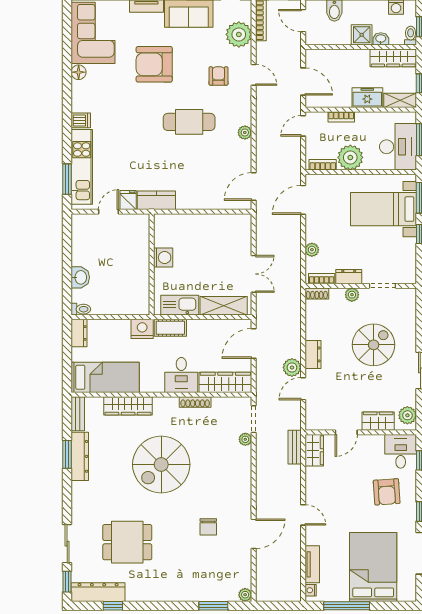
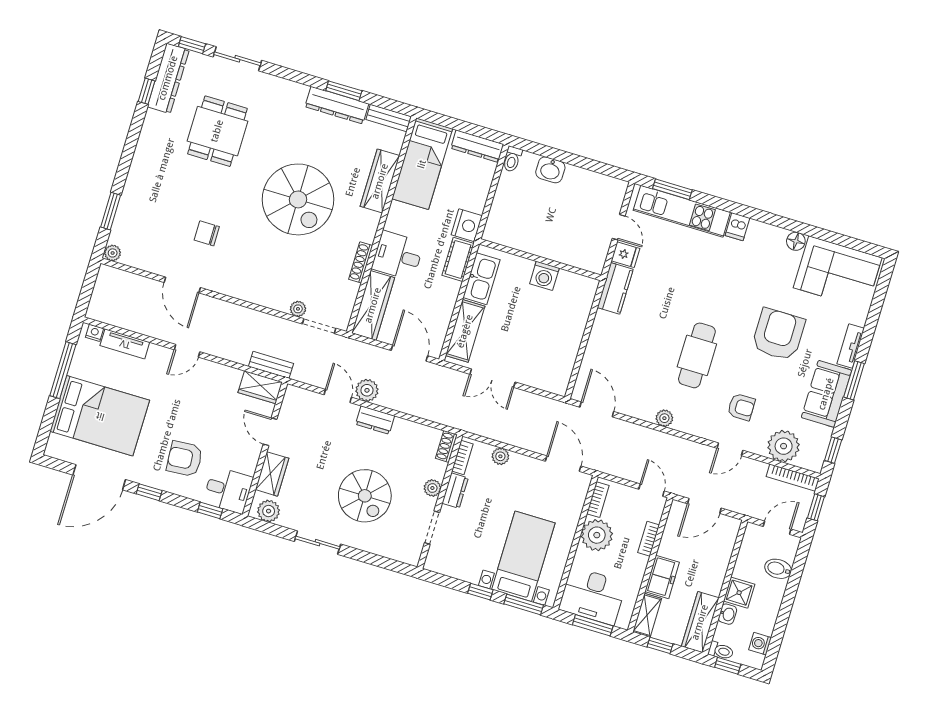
dresser: (79, 333) -> (477, 146), width x1.44
spiral stairs: (161, 465) -> (298, 199), turned 180

